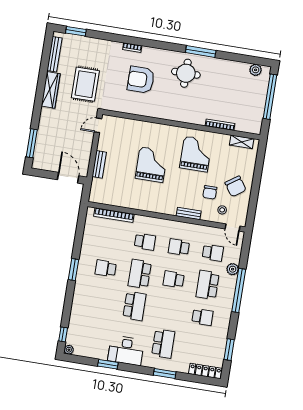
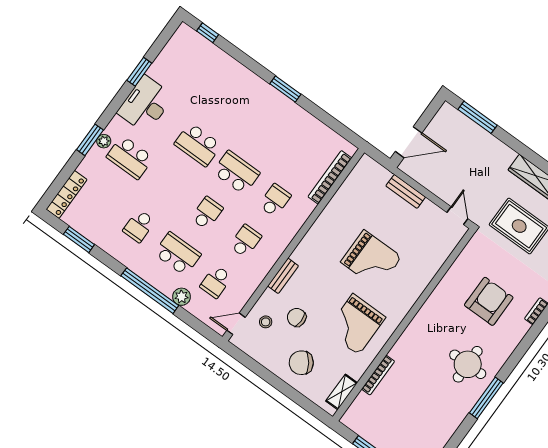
grand piano: (196, 154) -> (356, 324), turned 90
chair: (236, 186) -> (301, 363), moved
school desk: (145, 242) -> (275, 200), turned 180
school desk: (106, 268) -> (266, 132), removed
plant: (69, 350) -> (104, 141), moved

